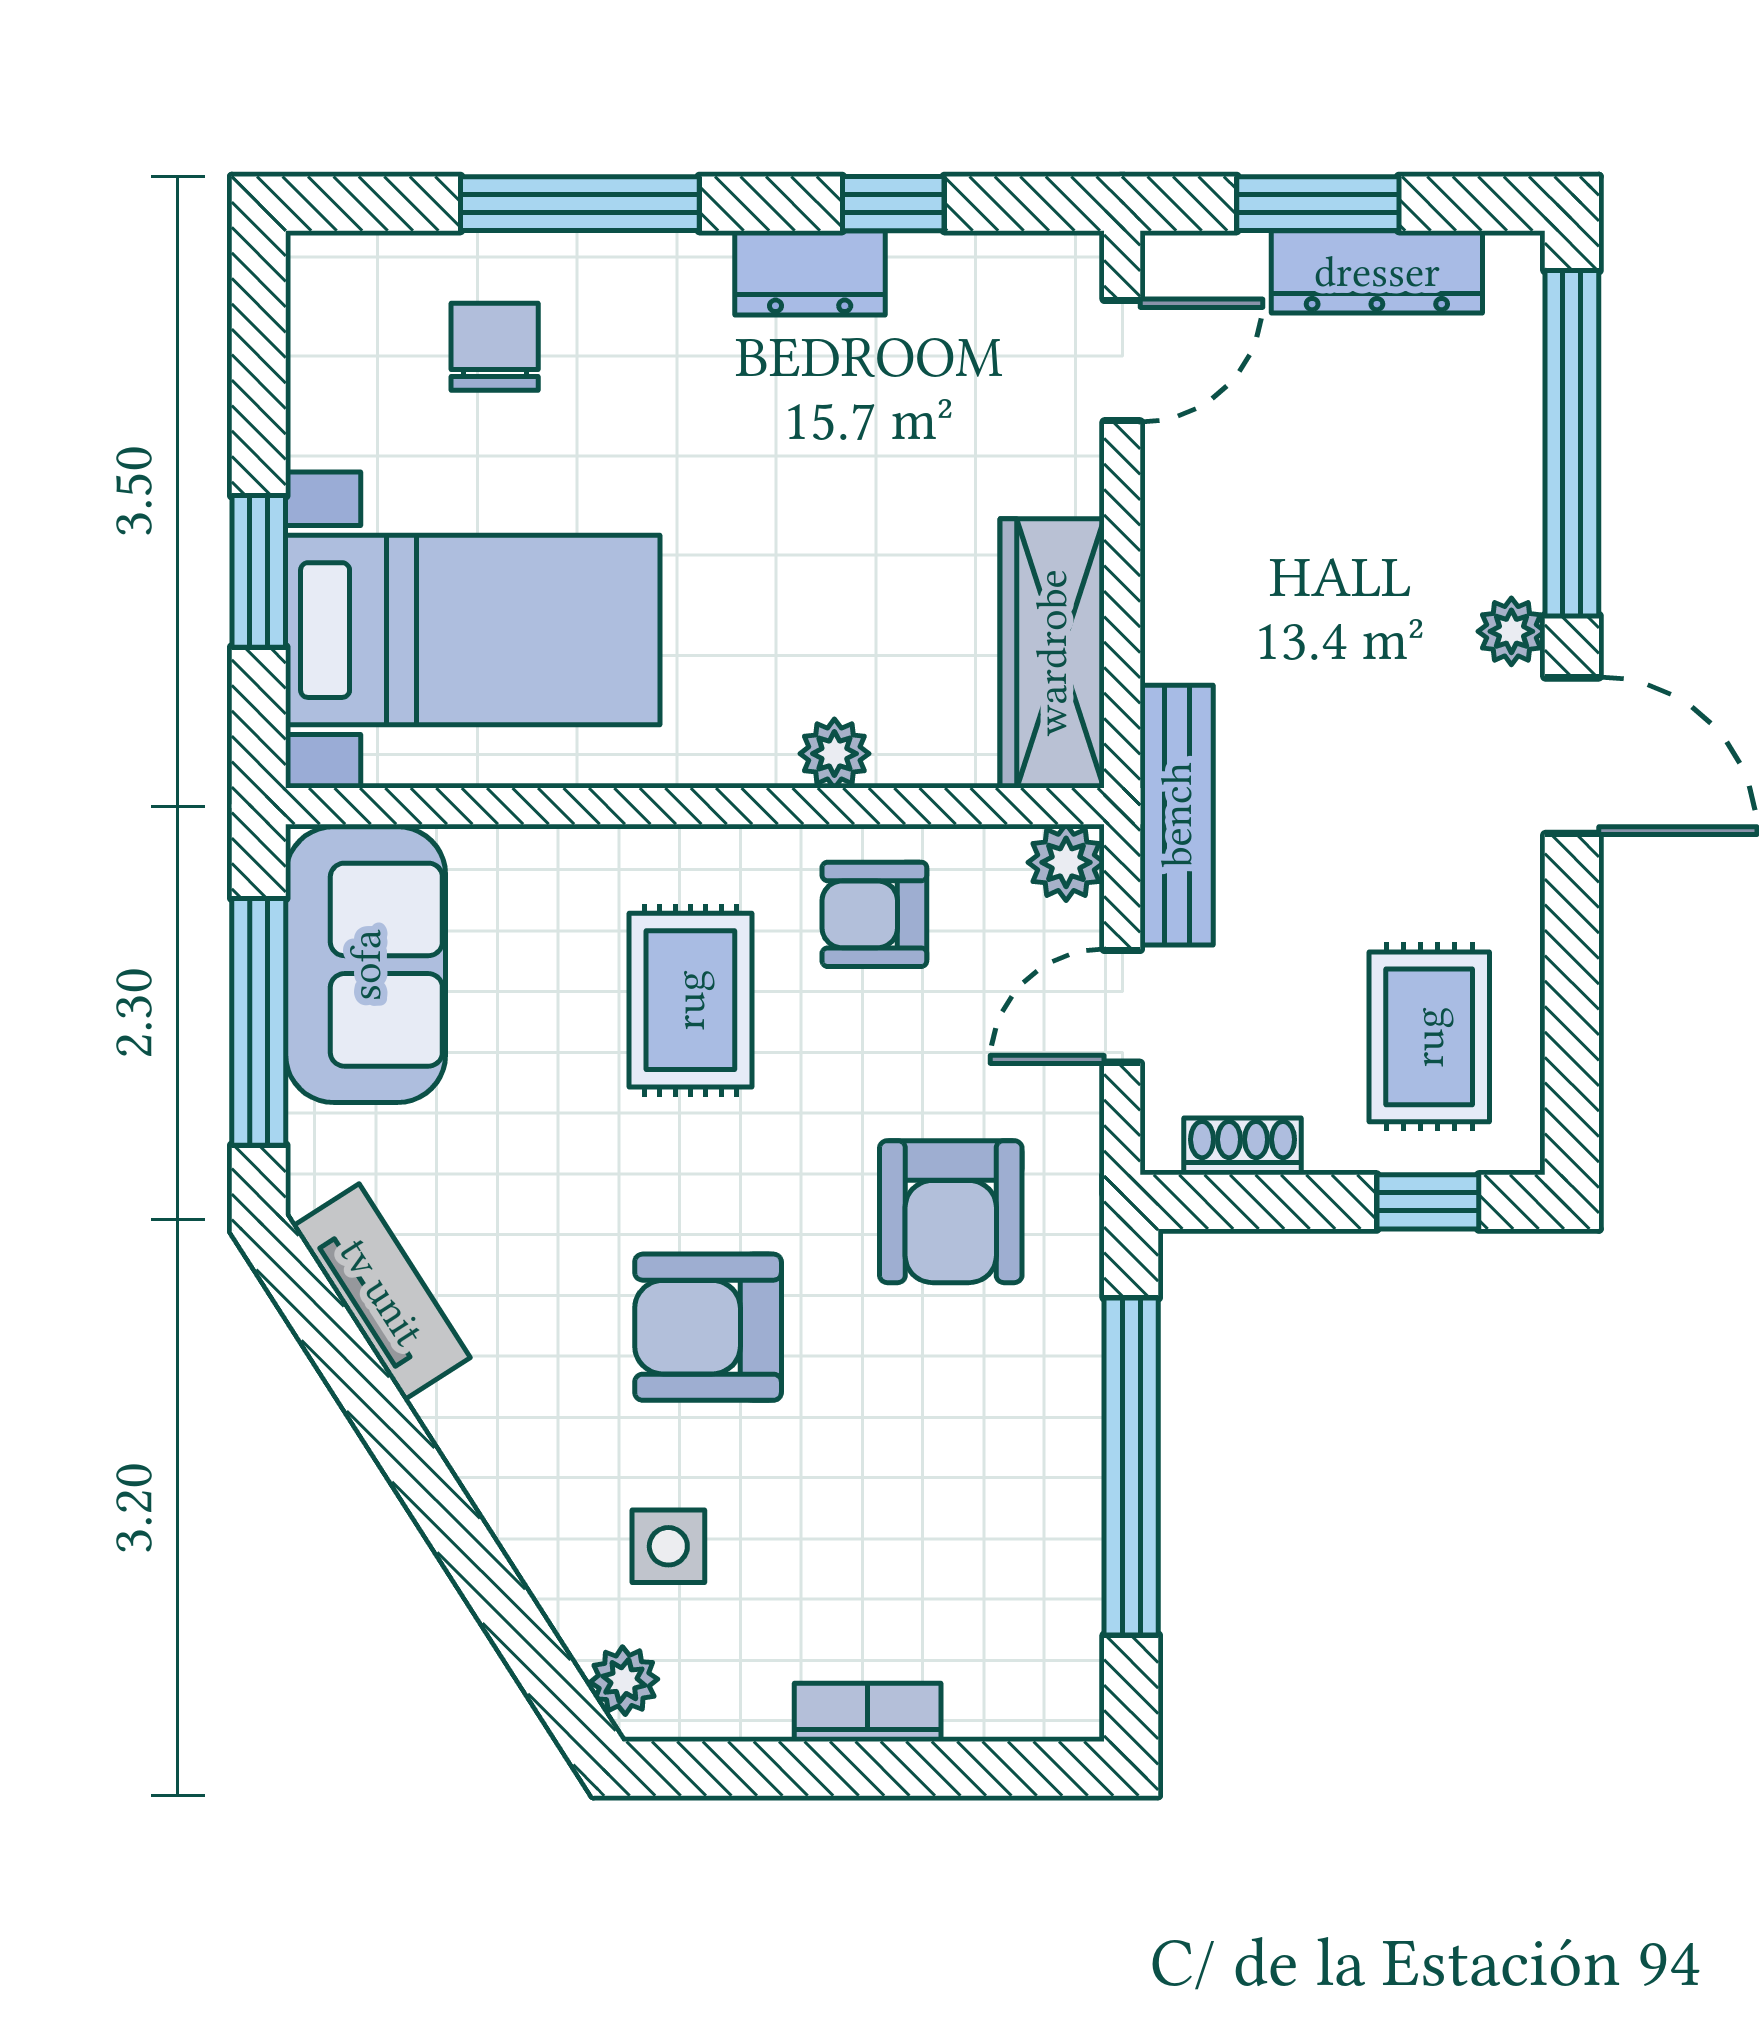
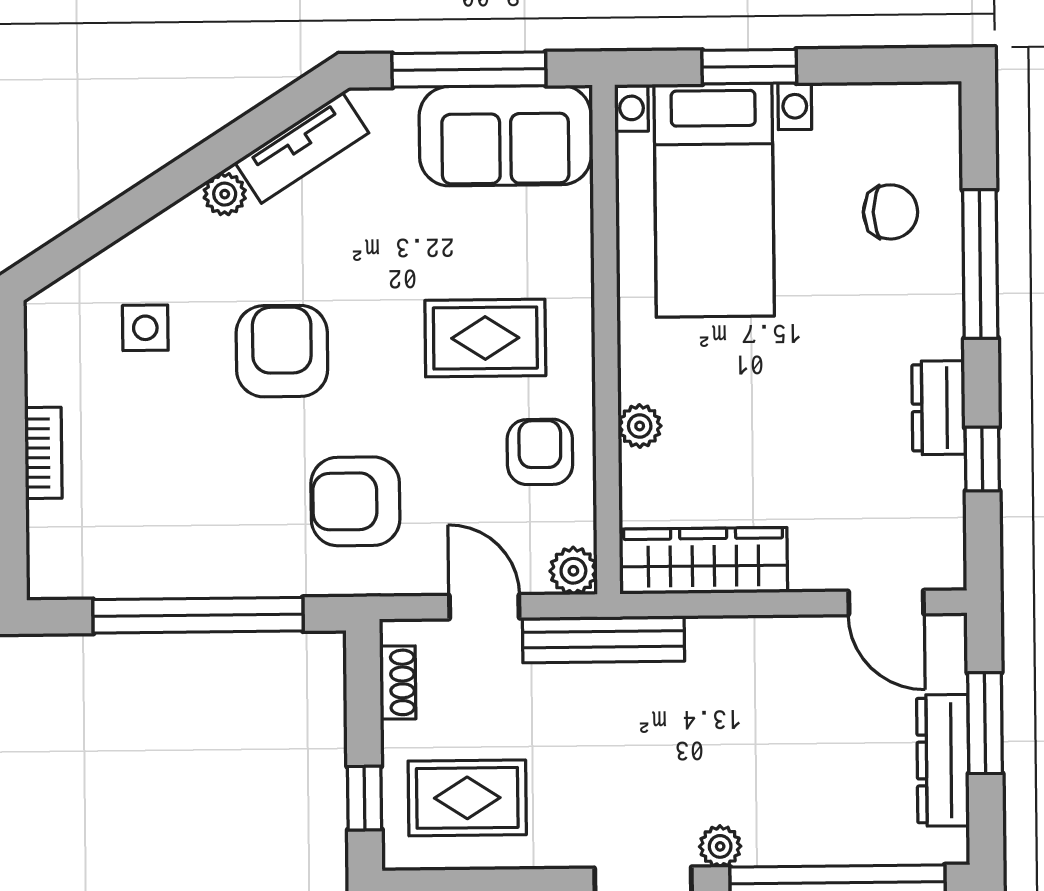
plant: (624, 1681) -> (225, 194), moved

